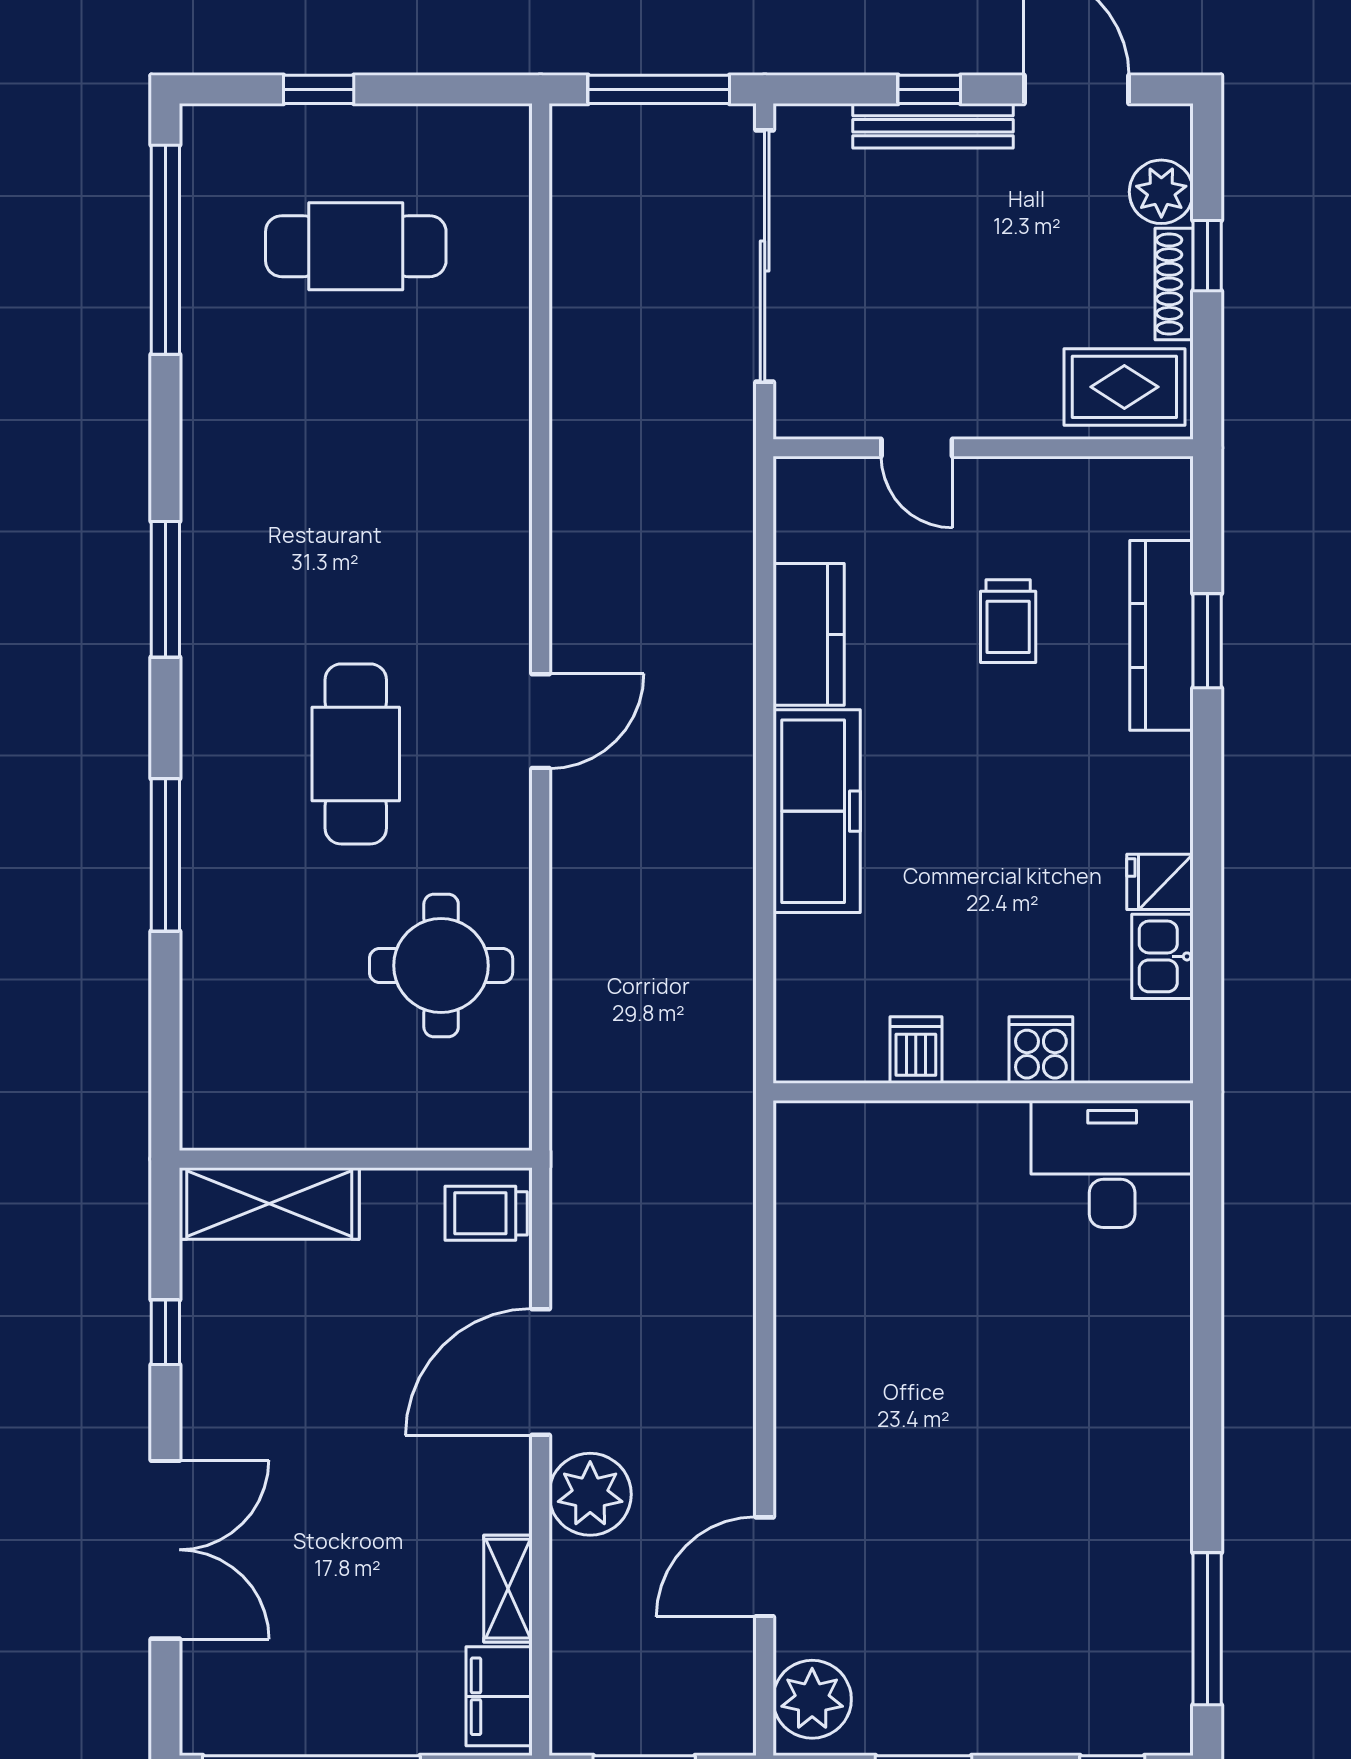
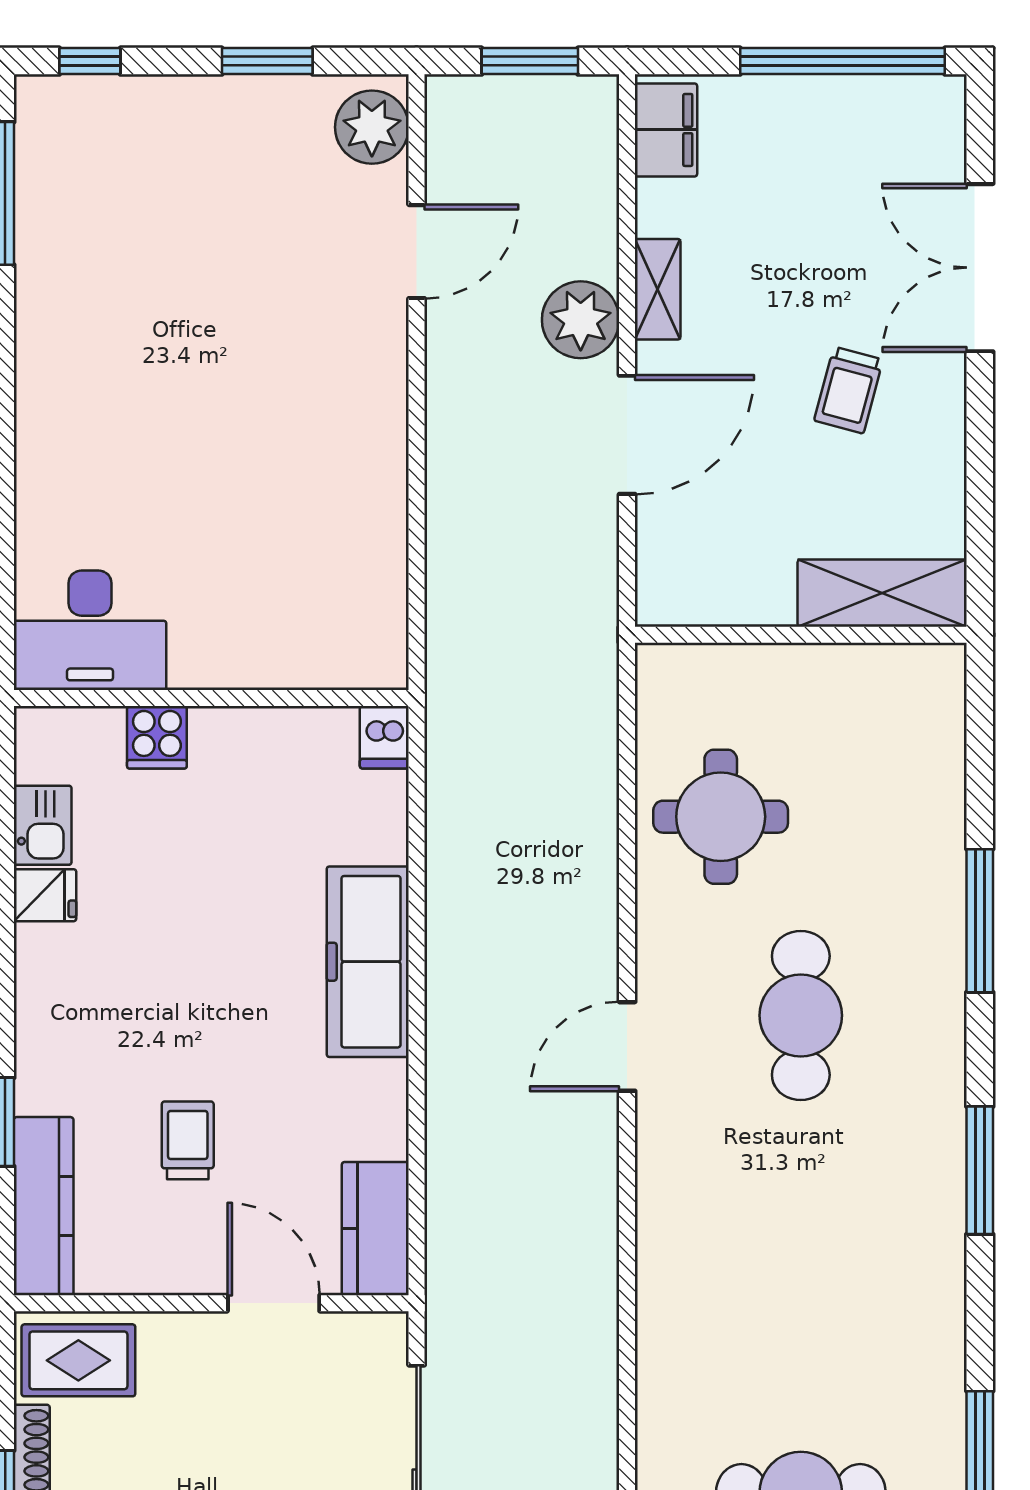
door: (917, 448) -> (274, 1303), width x1.38
kitchen counter: (809, 634) -> (375, 1229), moved
kitchen counter: (1161, 635) -> (44, 1206), moved
dishwasher: (916, 1050) -> (384, 737), moved
trolley: (486, 1213) -> (849, 390), moved, turned 105
window: (165, 1332) -> (980, 472), removed
shelving: (508, 1589) -> (658, 289), moved

